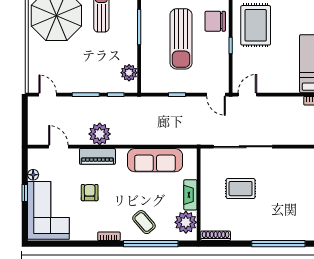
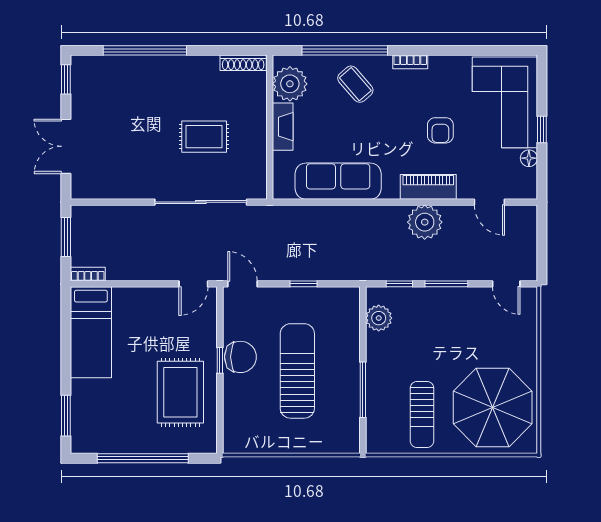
chair: (215, 21) -> (240, 357), moved

